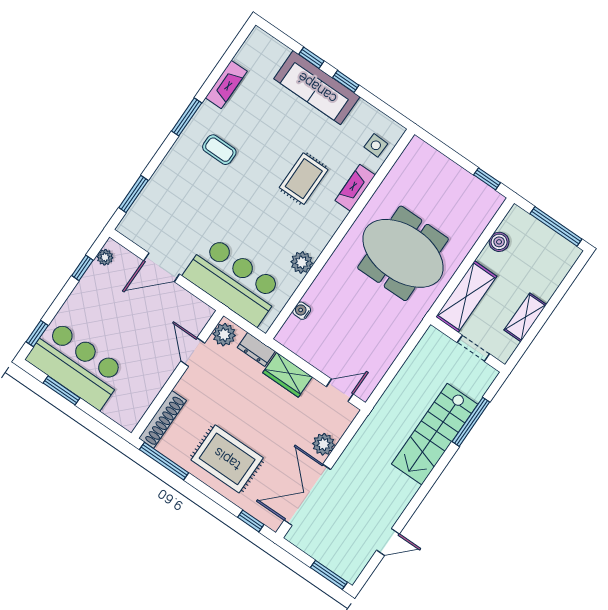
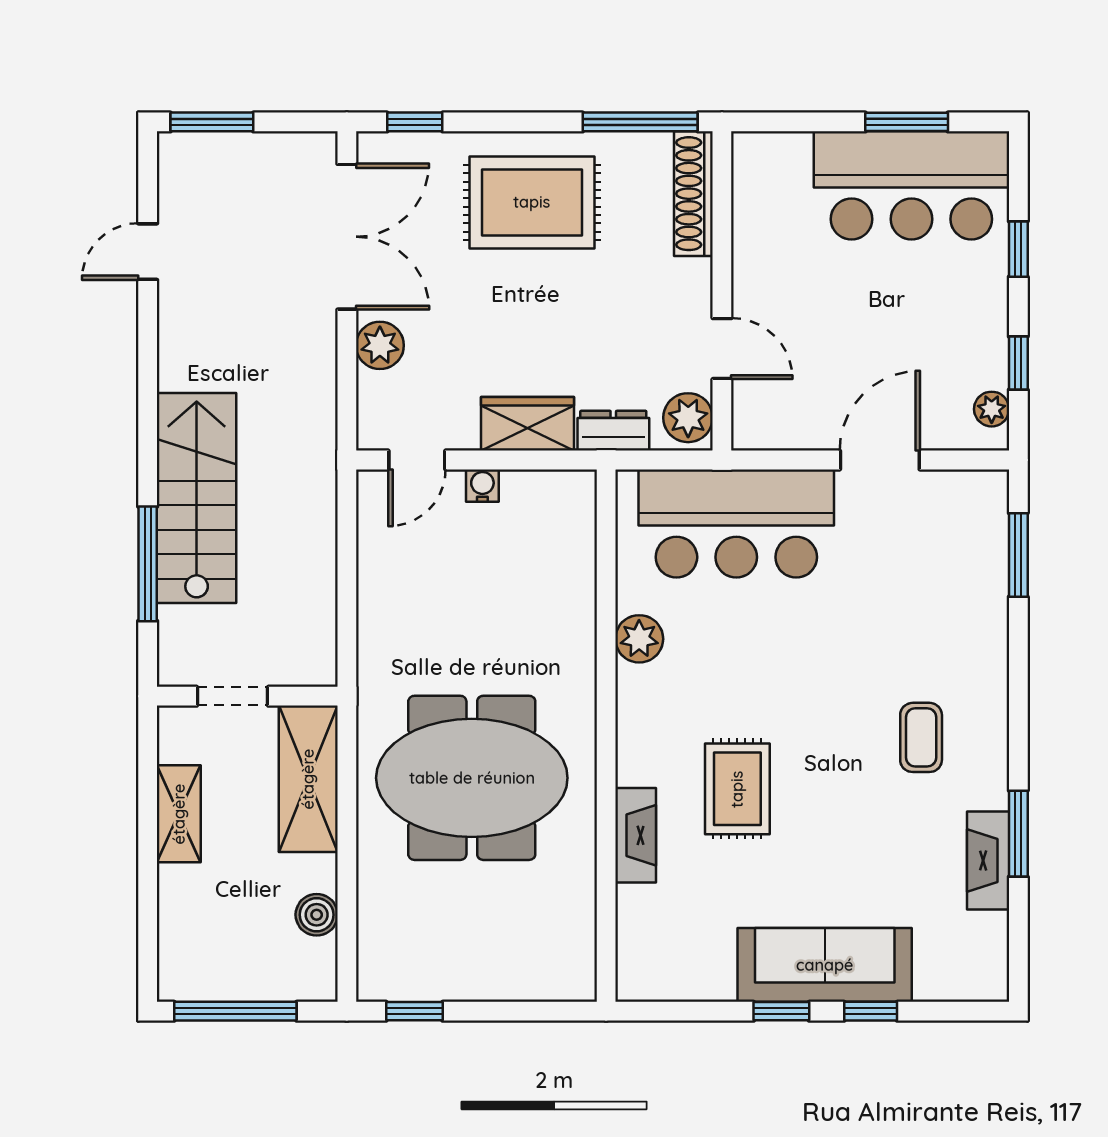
window: (187, 117) -> (1018, 834), moved
side table: (376, 145) -> (651, 935), removed
coffee table: (219, 150) -> (921, 737), turned 90
water cooler: (302, 311) -> (482, 486), moved, turned -90
window: (37, 334) -> (1018, 249), moved

